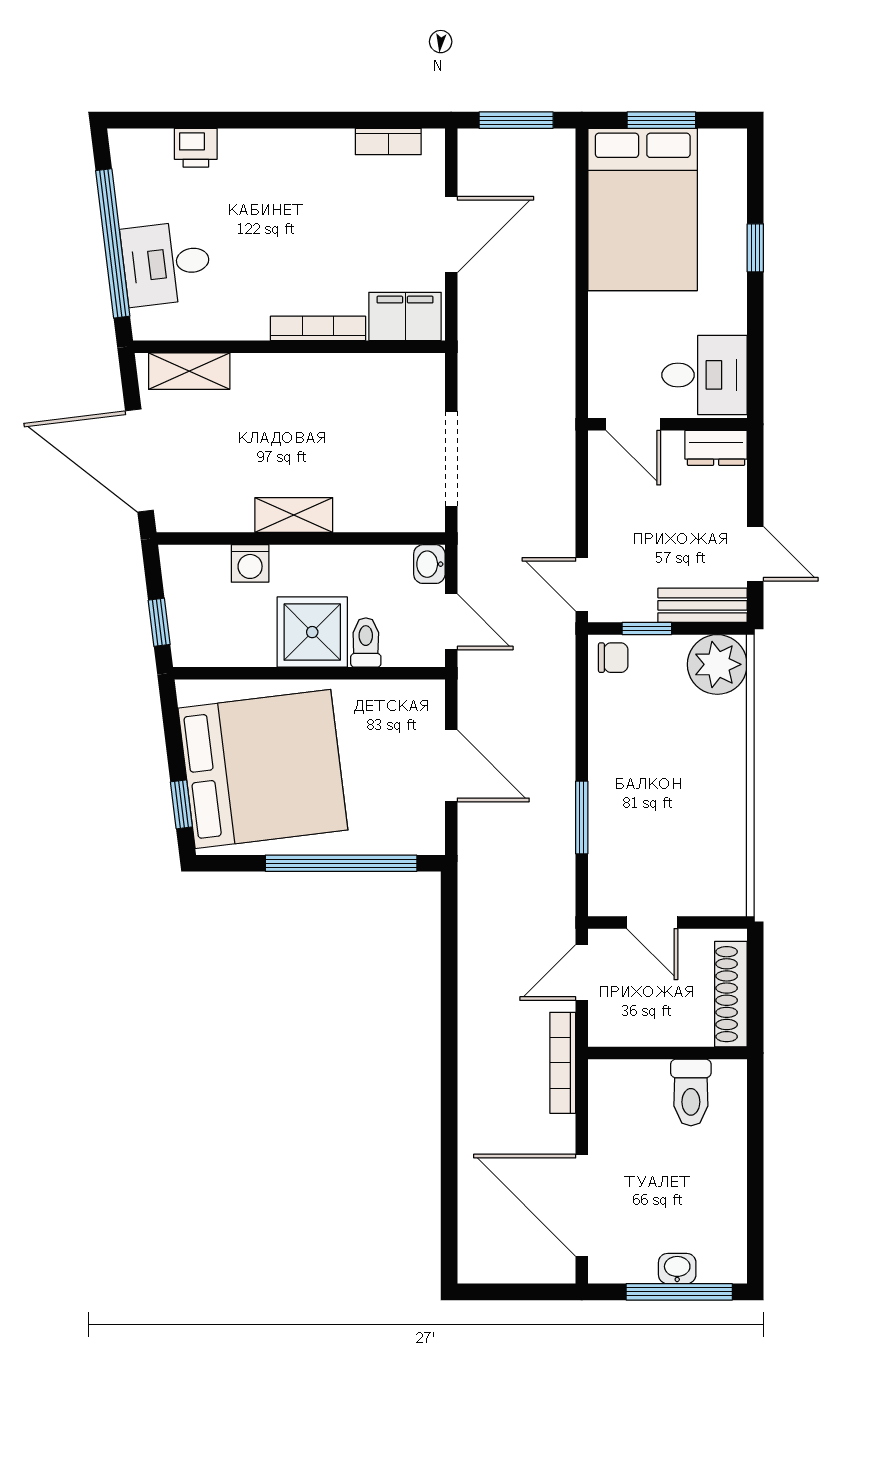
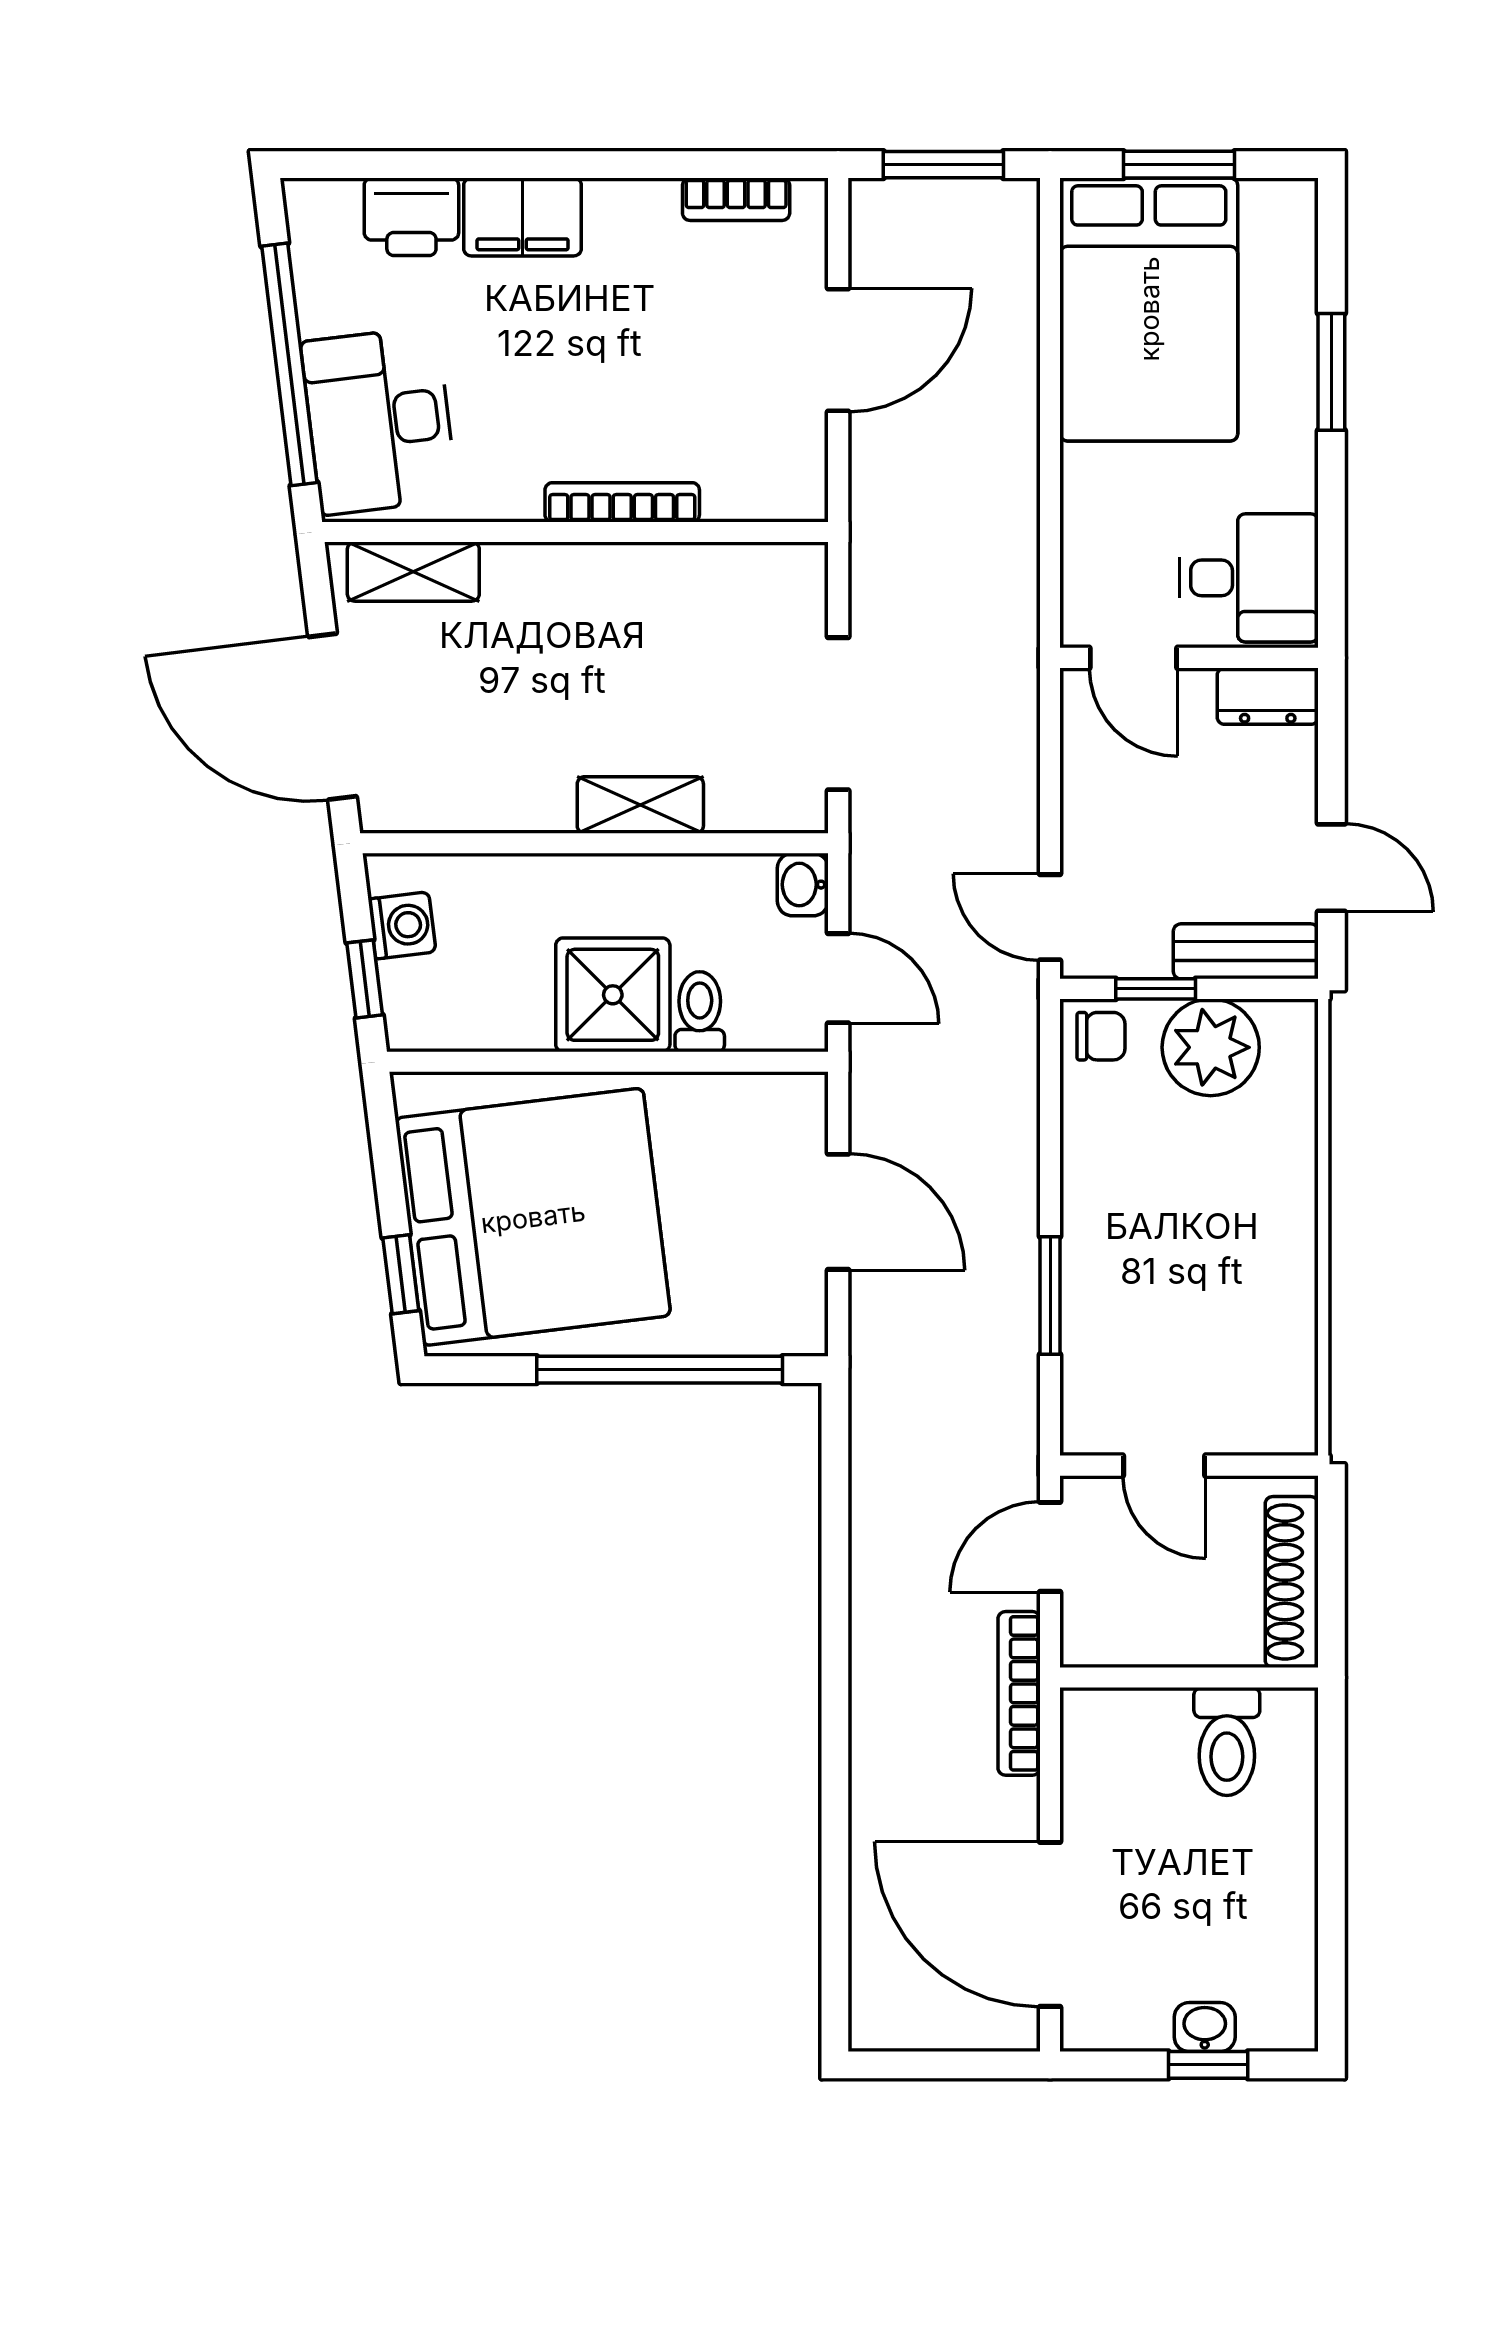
printer: (196, 148) -> (411, 217), width x1.36, depth x1.24
window: (755, 248) -> (1331, 372), width x1.50
desk: (166, 263) -> (379, 421), width x1.37
filing cabinet: (405, 316) -> (523, 217), moved, turned 180
shelving: (294, 515) -> (640, 805), moved
washing machine: (250, 563) -> (402, 925), moved, turned -97
plant: (717, 664) -> (1211, 1047), moved
window: (679, 1292) -> (1208, 2065), width x0.46

